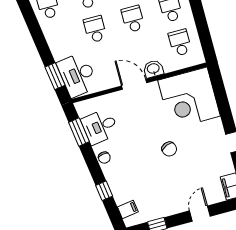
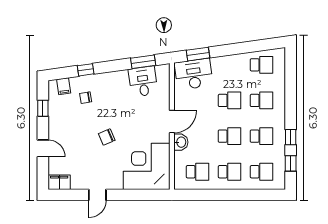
chair: (104, 158) -> (86, 98), moved

